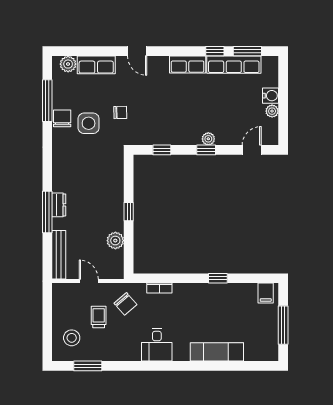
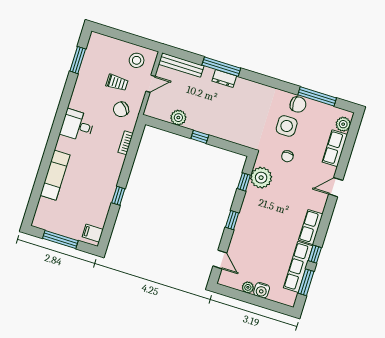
plant: (208, 139) -> (261, 178), moved, width x1.88, depth x1.88
stool: (72, 338) -> (137, 60), moved

